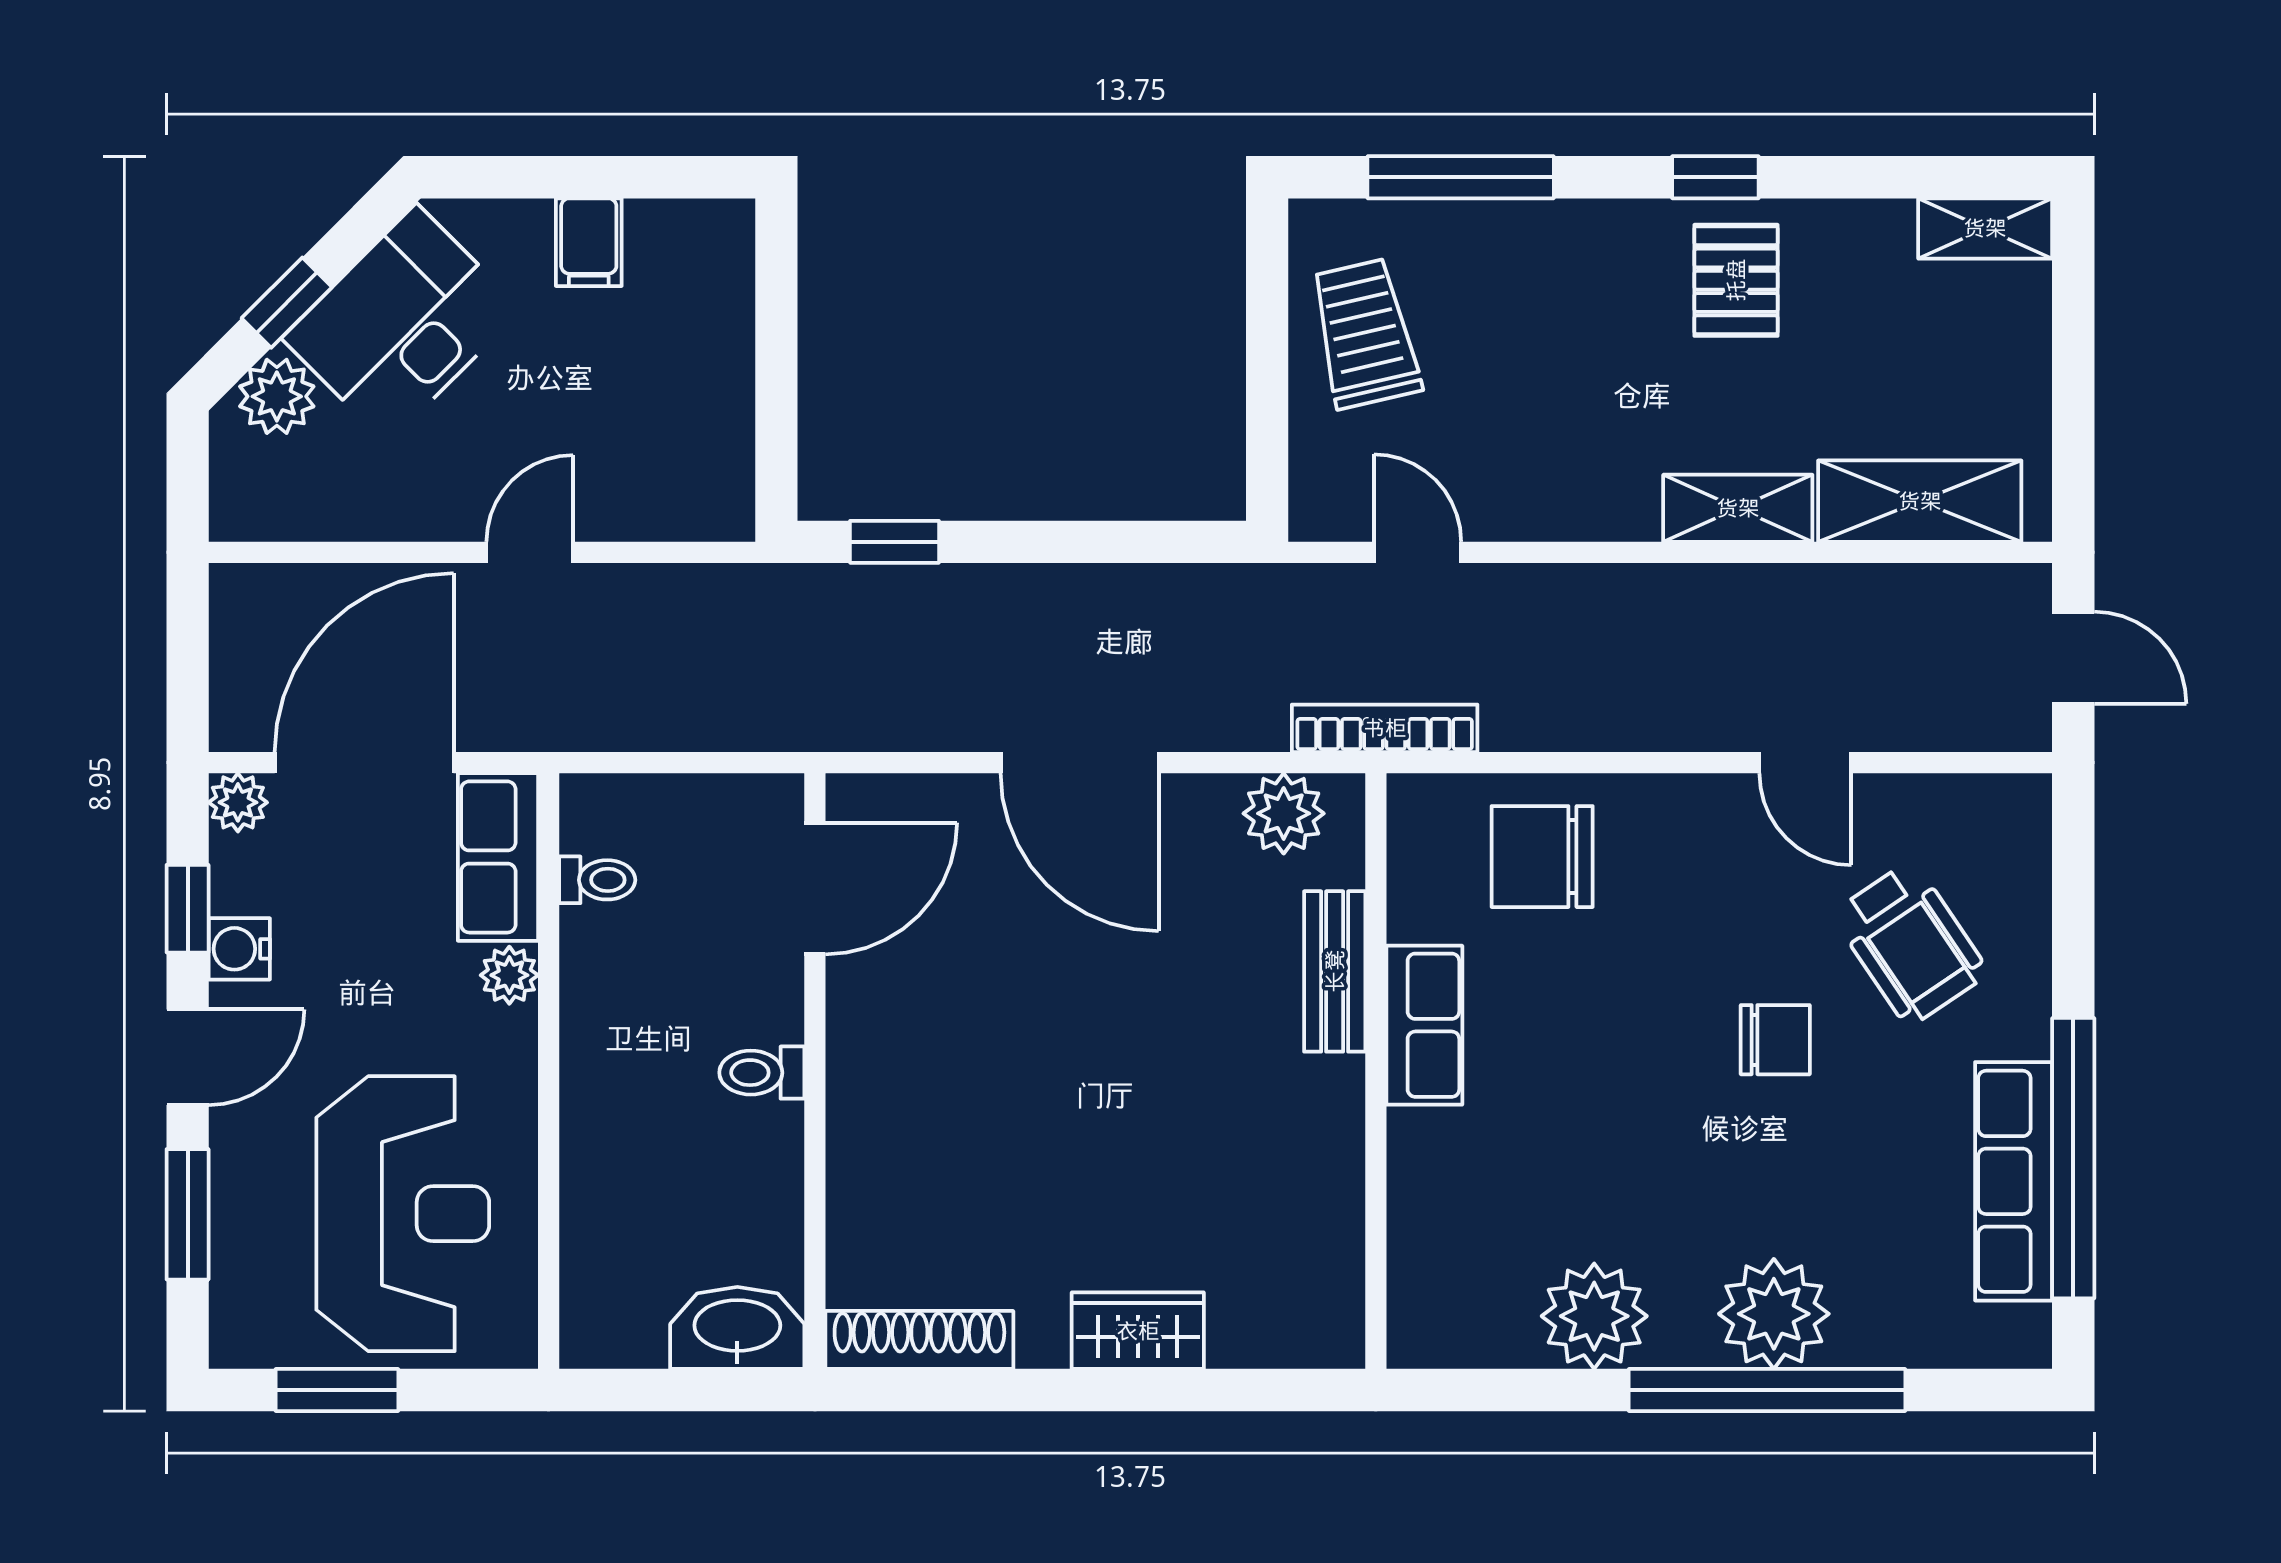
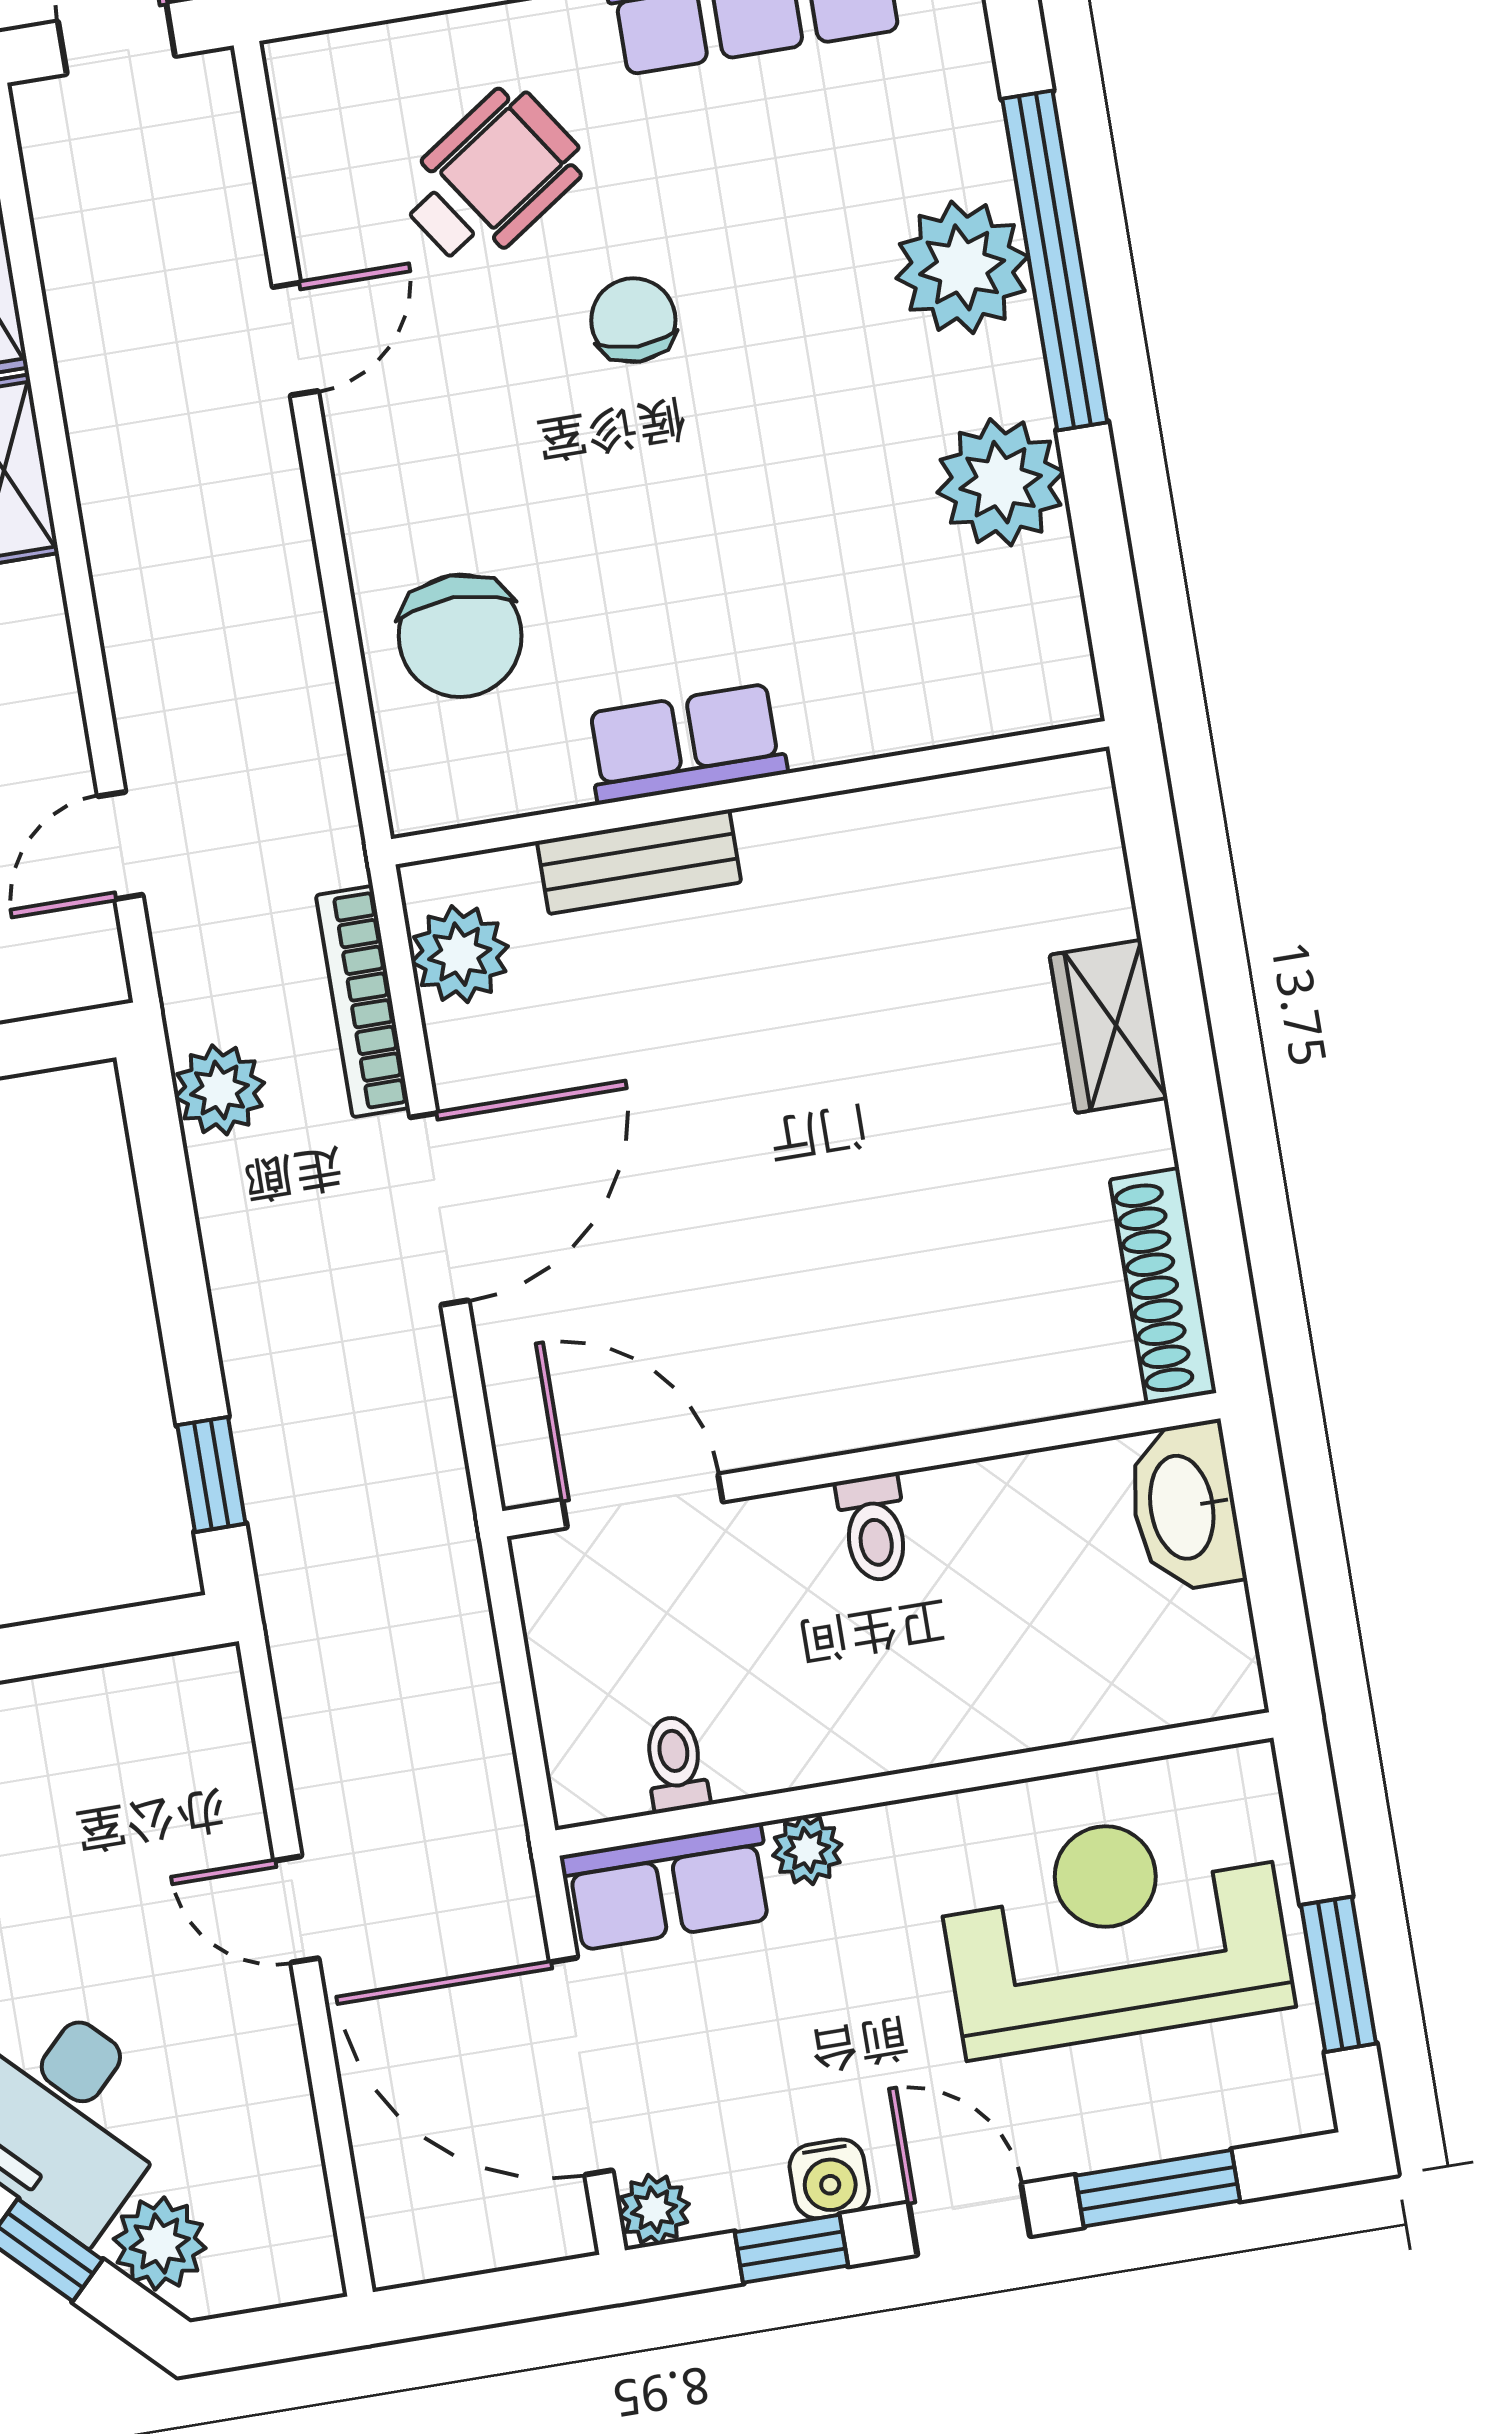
plant: (1206, 600) -> (220, 1090), added
bookcase: (1385, 728) -> (363, 1002), moved

